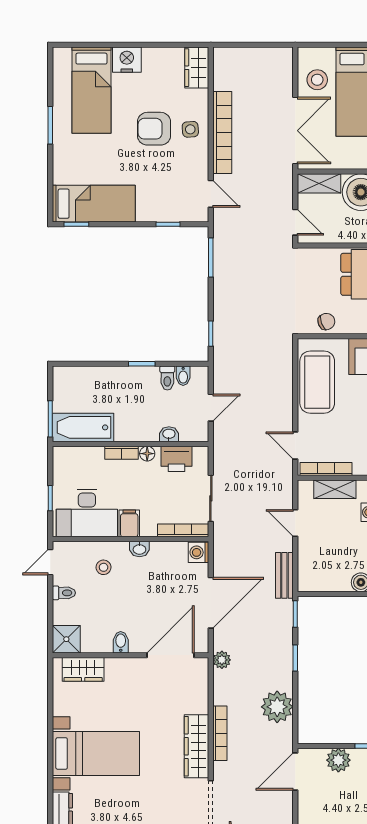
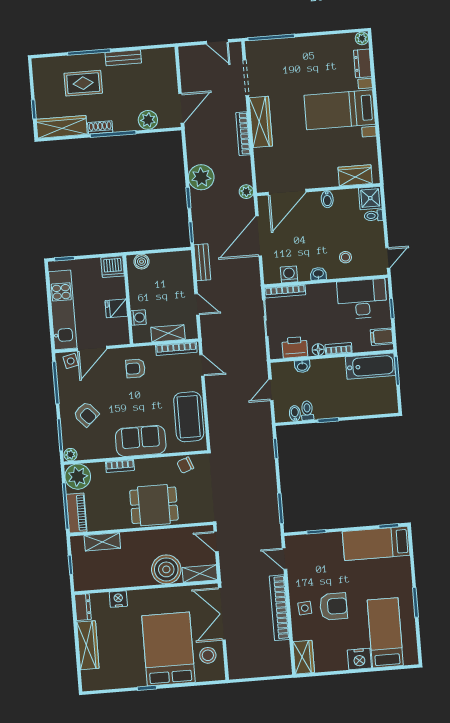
filing cabinet: (129, 523) -> (382, 337), moved, turned 90
washing machine: (199, 552) -> (289, 274), moved, turned -90
toilet: (64, 593) -> (374, 216), moved
plant: (277, 707) -> (201, 177), moved

